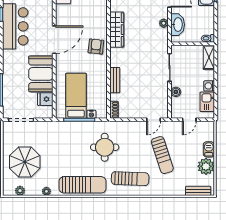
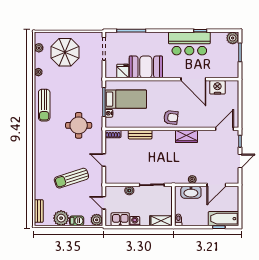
wardrobe: (117, 30) -> (186, 136), width x0.67
door: (54, 40) -> (193, 79), moved
door: (154, 120) -> (104, 160), moved
plant: (208, 128) -> (97, 220), added
sun lounger: (130, 179) -> (50, 149), removed
sun lounger: (83, 185) -> (44, 105), width x0.73, depth x0.75

